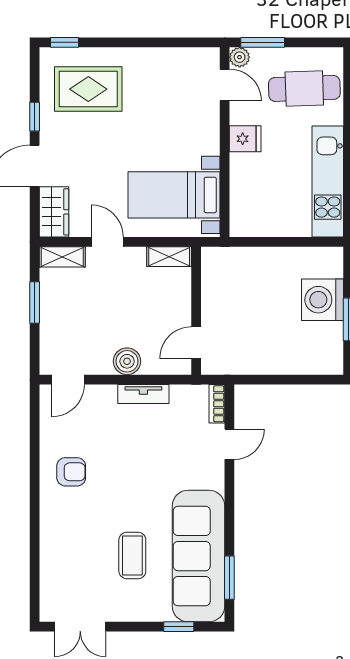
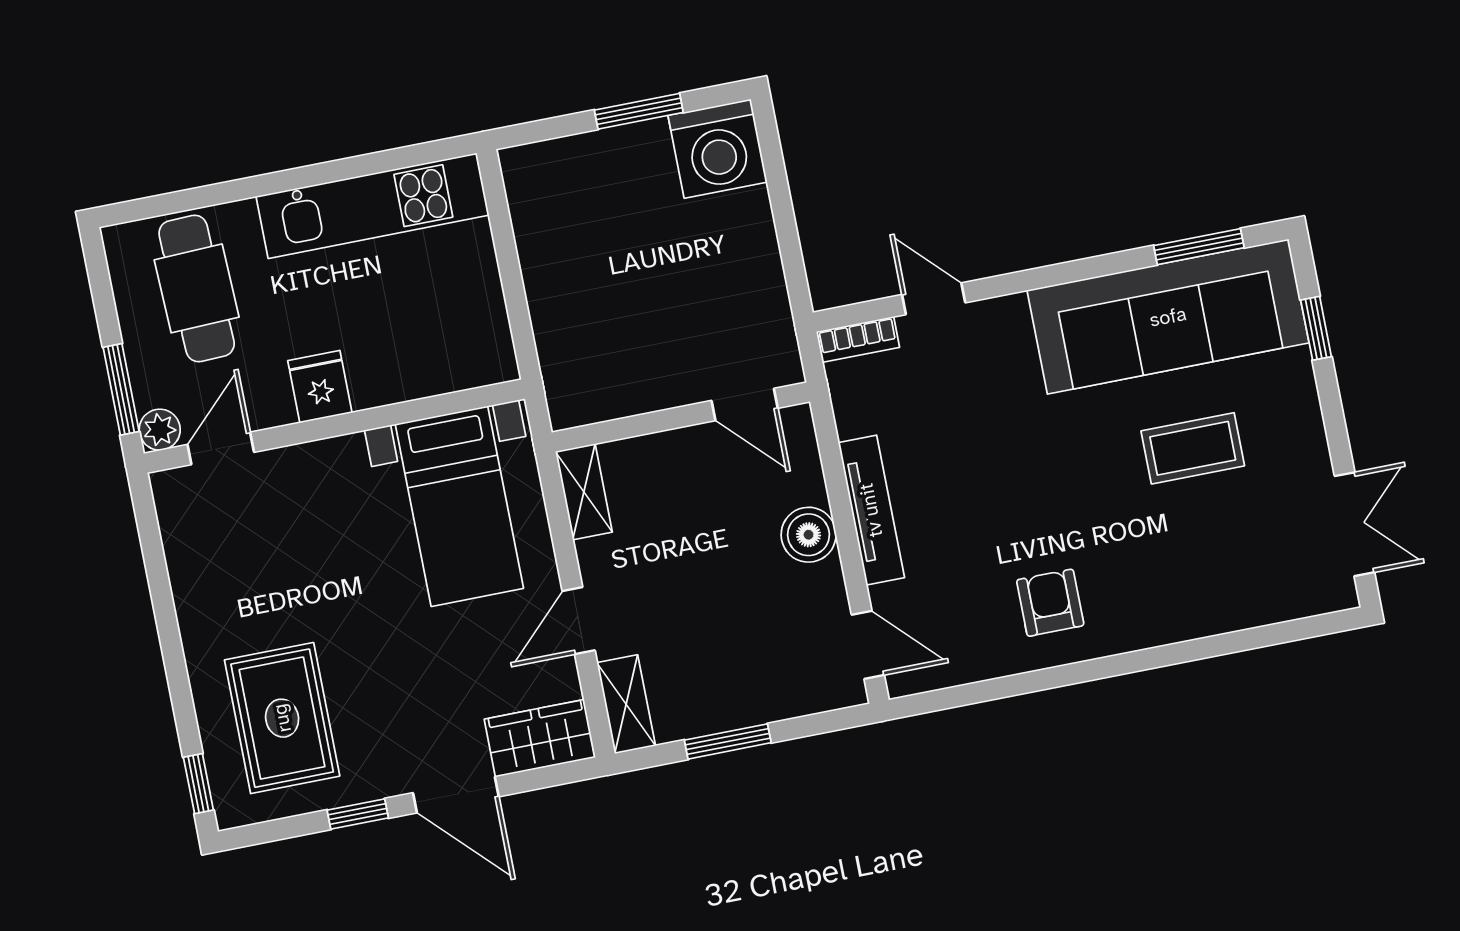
washing machine: (323, 300) -> (718, 149), moved
tv unit: (143, 394) -> (871, 510), width x1.41

